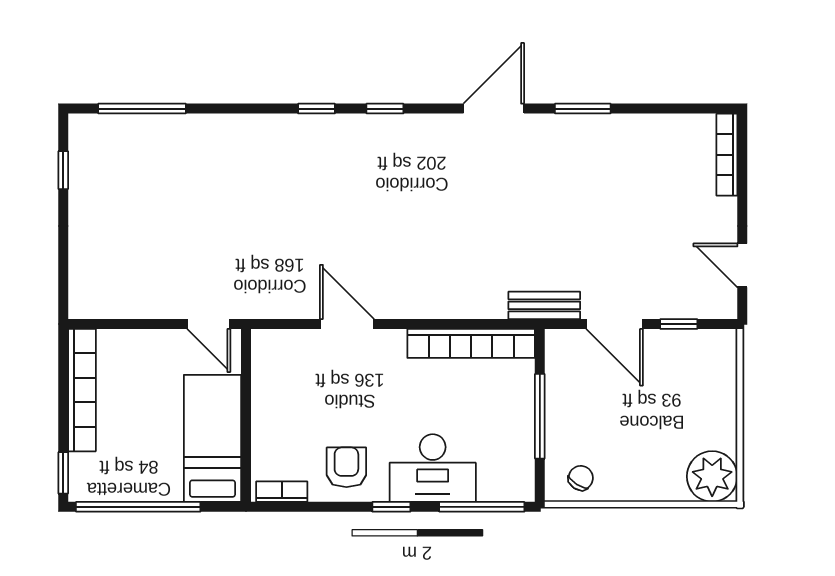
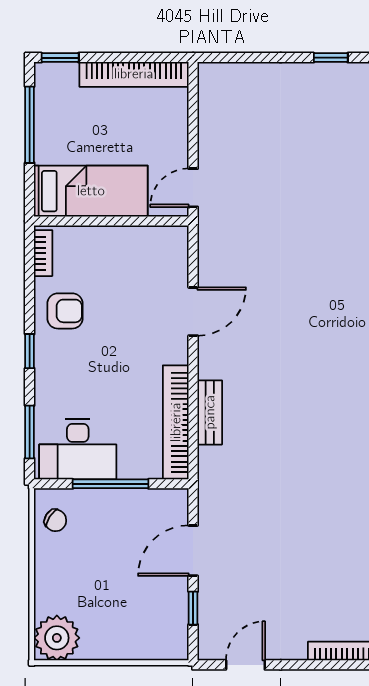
bench: (544, 305) -> (210, 412), moved
desk: (433, 468) -> (78, 449), moved, turned -90
window: (138, 507) -> (30, 125), width x0.68
window: (482, 507) -> (30, 432), width x0.69

